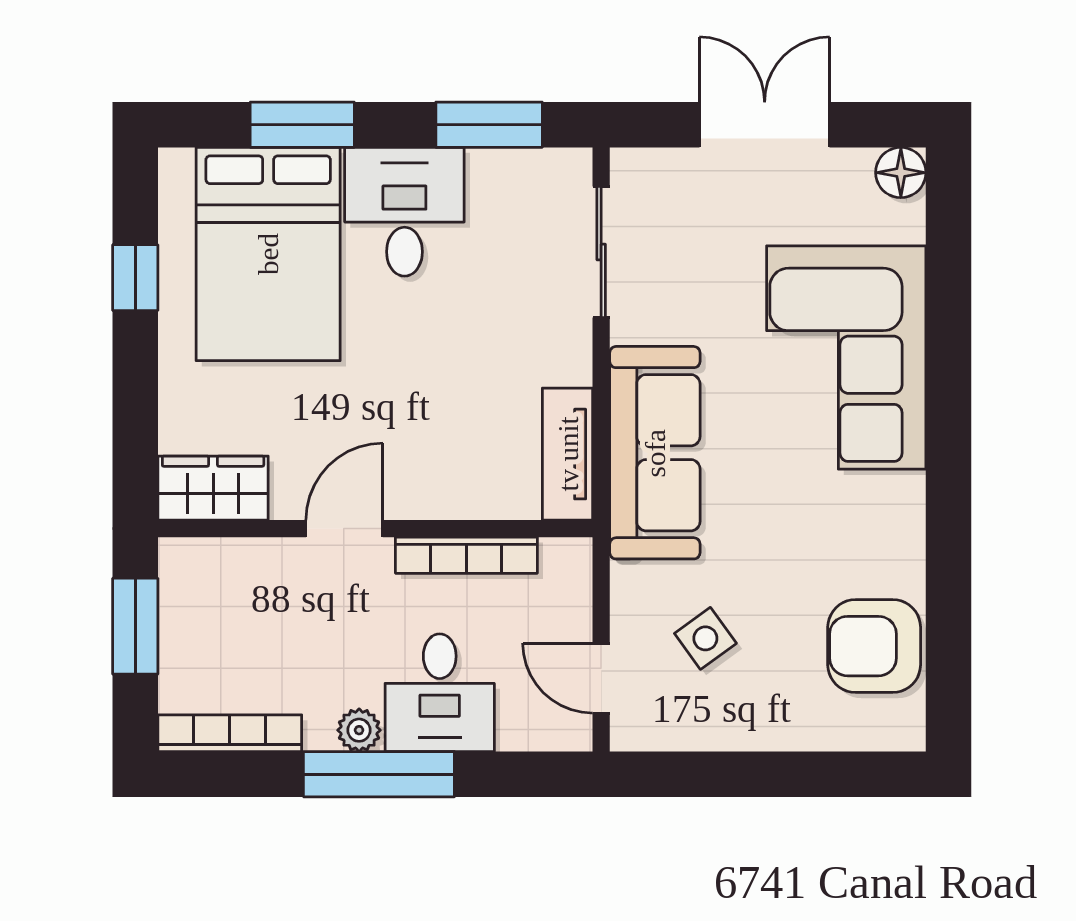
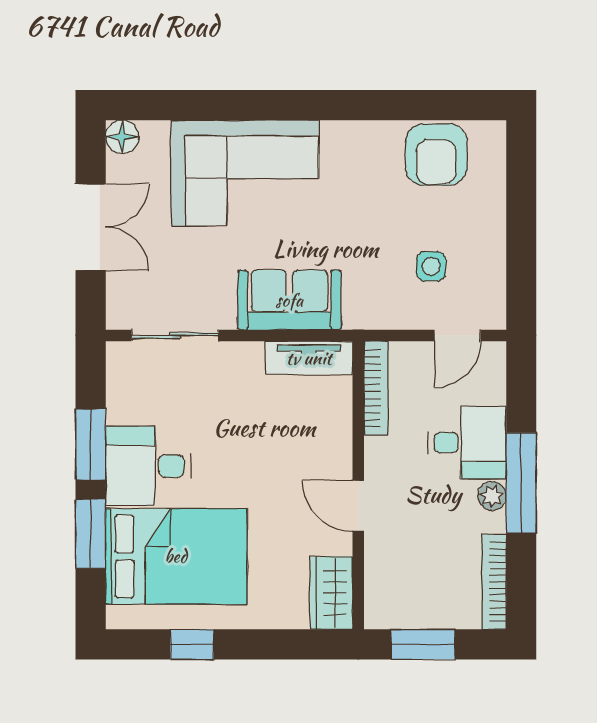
window: (489, 125) -> (91, 444), moved
double door: (765, 125) -> (91, 227), swing flipped
sofa: (655, 453) -> (289, 300), width x0.73
bookcase: (466, 555) -> (376, 388), moved
side table: (705, 638) -> (431, 266), turned 36

